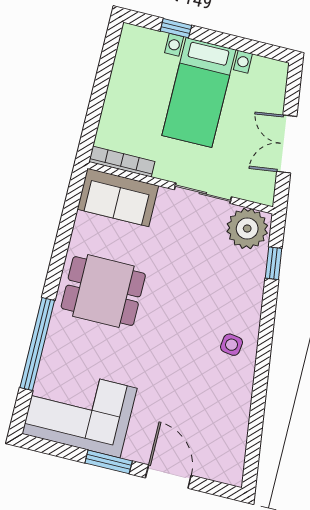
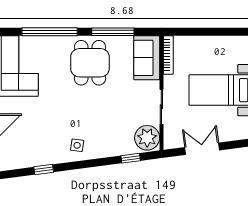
window: (62, 242) -> (113, 32), added
window: (257, 408) -> (44, 170), added

